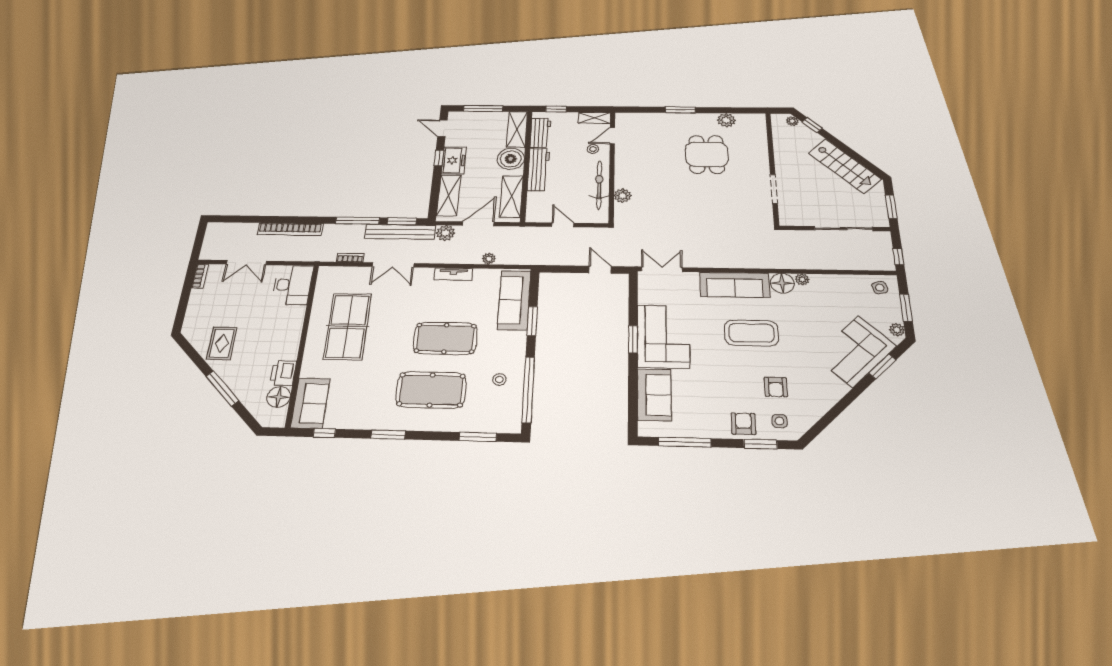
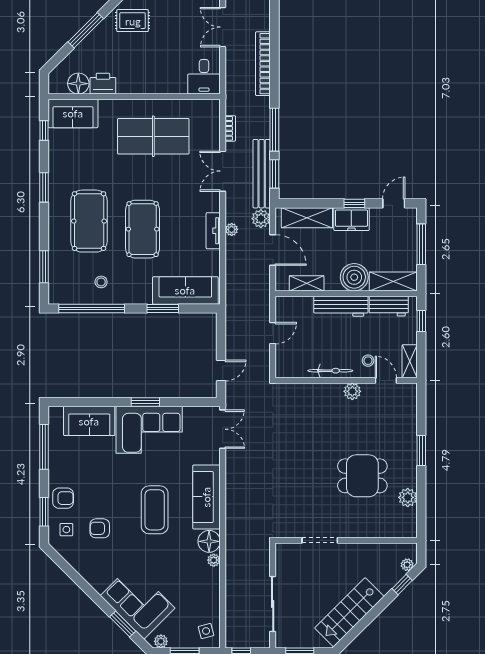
bicycle: (599, 185) -> (330, 371), width x0.73, depth x0.71
shelving: (511, 196) -> (307, 283), width x0.67, depth x0.75
plant: (623, 196) -> (352, 391), moved
plant: (489, 259) -> (232, 229), moved
desk: (293, 285) -> (204, 77), width x0.73

